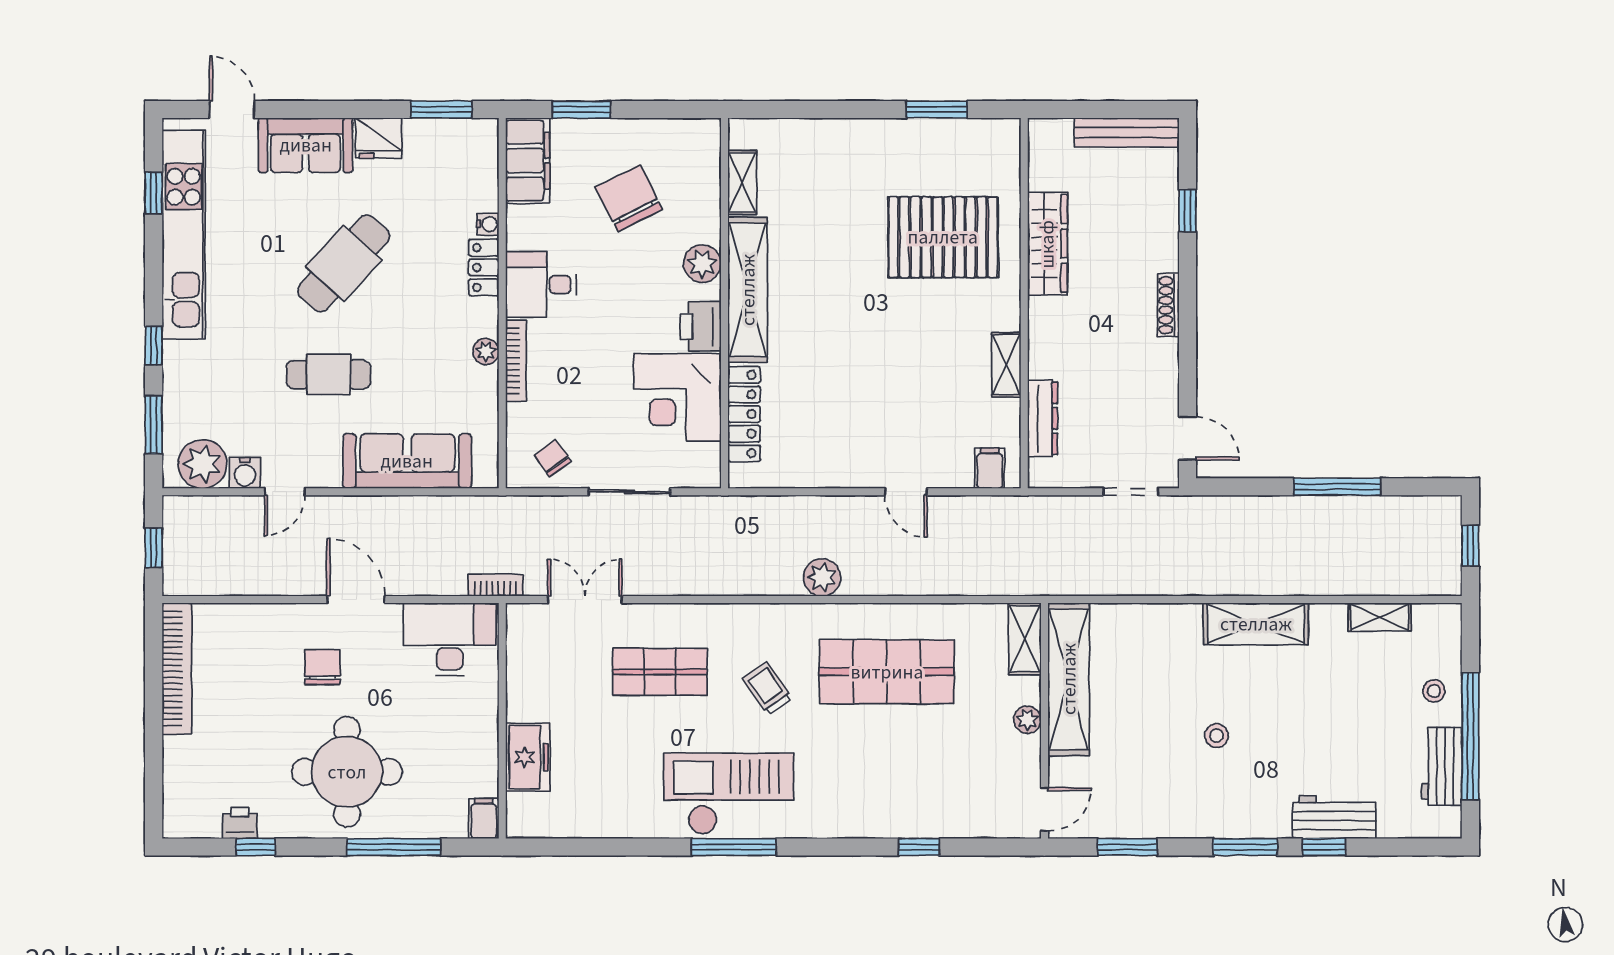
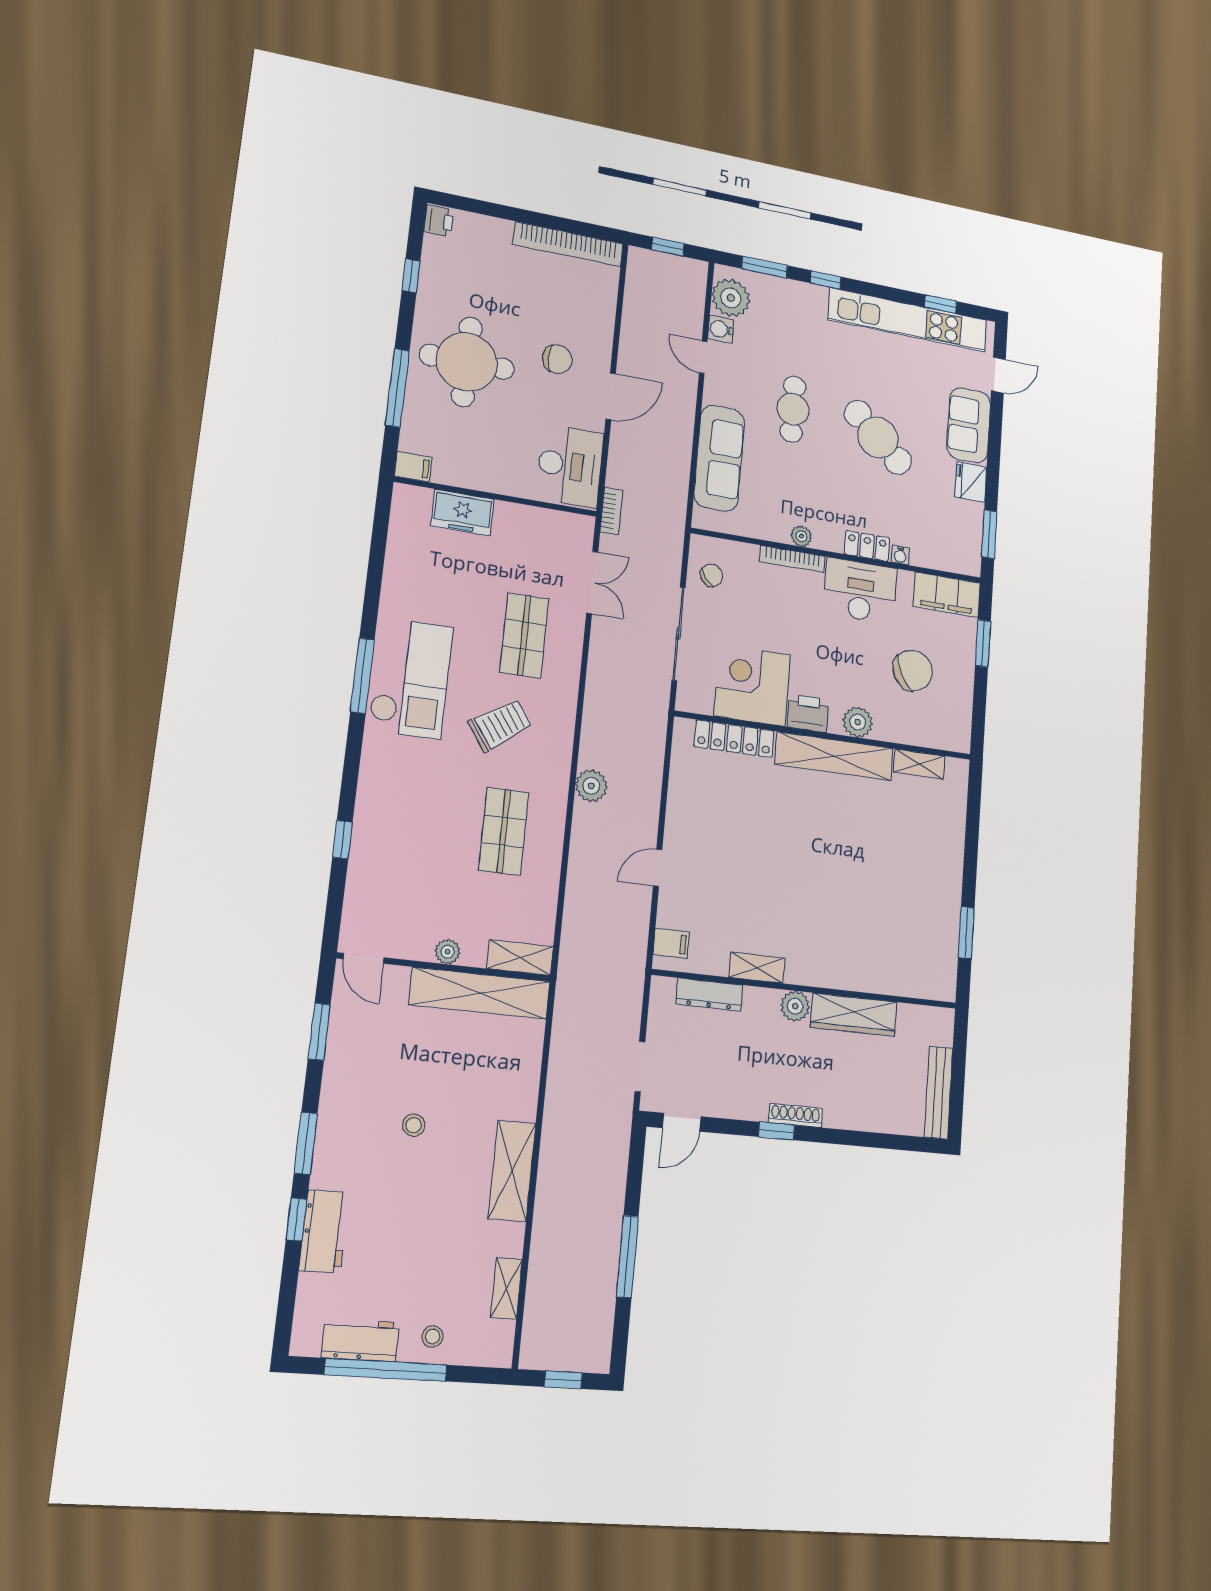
window: (1188, 211) -> (776, 1131), moved
pallet: (943, 237) -> (865, 926), removed
desk: (541, 284) -> (860, 591), width x1.37
plant: (1045, 315) -> (795, 1006), added
sliding door: (629, 492) -> (679, 634), width x1.37
shop shelf: (887, 672) -> (504, 831), width x0.70, depth x0.74
trolley: (767, 688) -> (500, 725), width x1.36, depth x1.39
printer: (240, 823) -> (439, 221), moved

